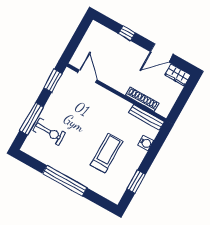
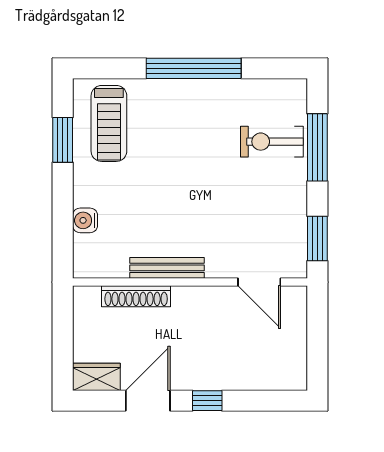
window: (127, 33) -> (207, 401), moved
bench: (147, 117) -> (167, 268), moved
treadmill: (107, 153) -> (109, 123), moved

